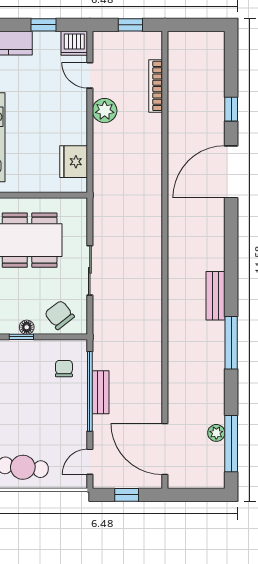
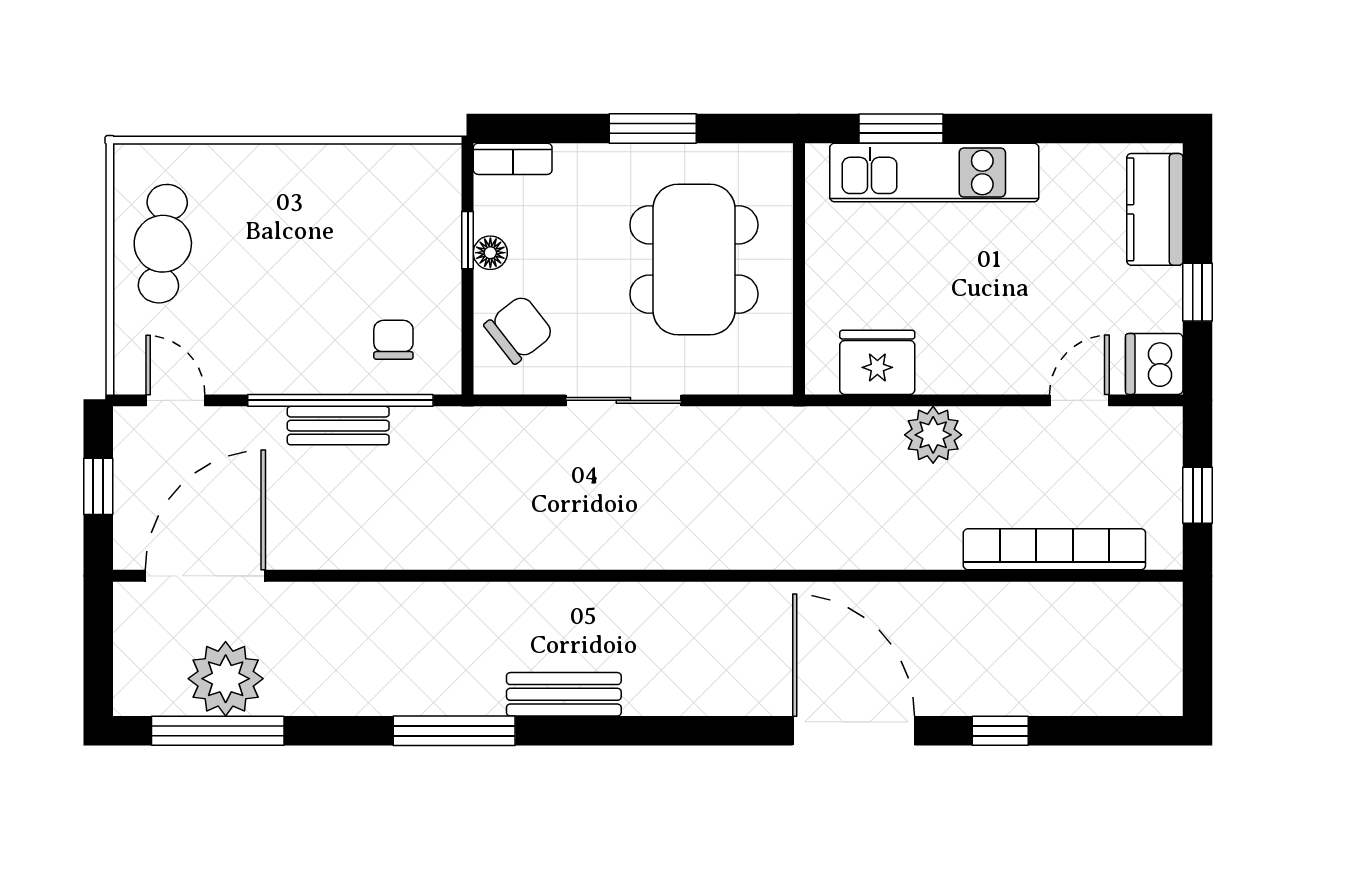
bookcase: (156, 86) -> (1054, 549), width x1.48, depth x1.31
plant: (105, 111) -> (933, 435), moved
chair: (64, 369) -> (393, 340), turned -90
plant: (216, 433) -> (226, 679), width x1.88, depth x1.88

